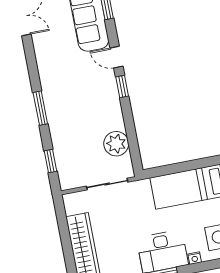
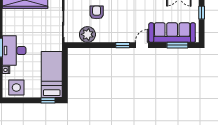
armchair: (80, 136) -> (97, 12), added

